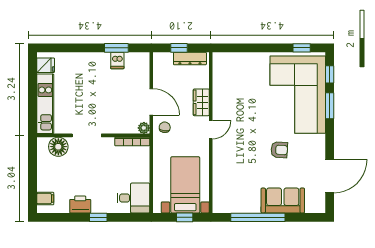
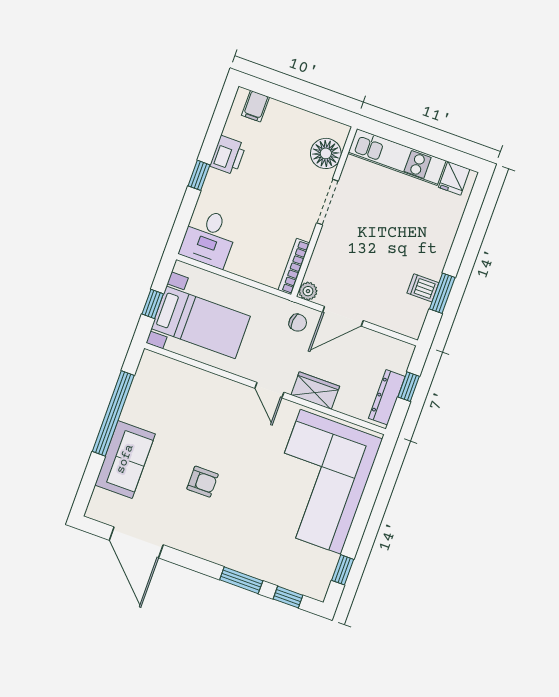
corner sofa: (298, 95) -> (321, 482), moved, turned -90
armchair: (279, 150) -> (203, 482), turned -93

